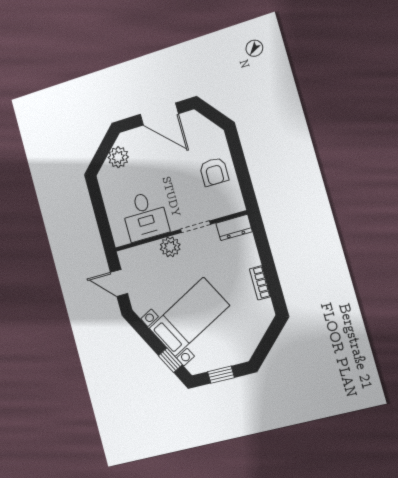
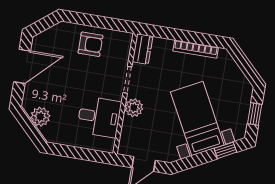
bookcase: (260, 283) -> (196, 49), width x1.56

